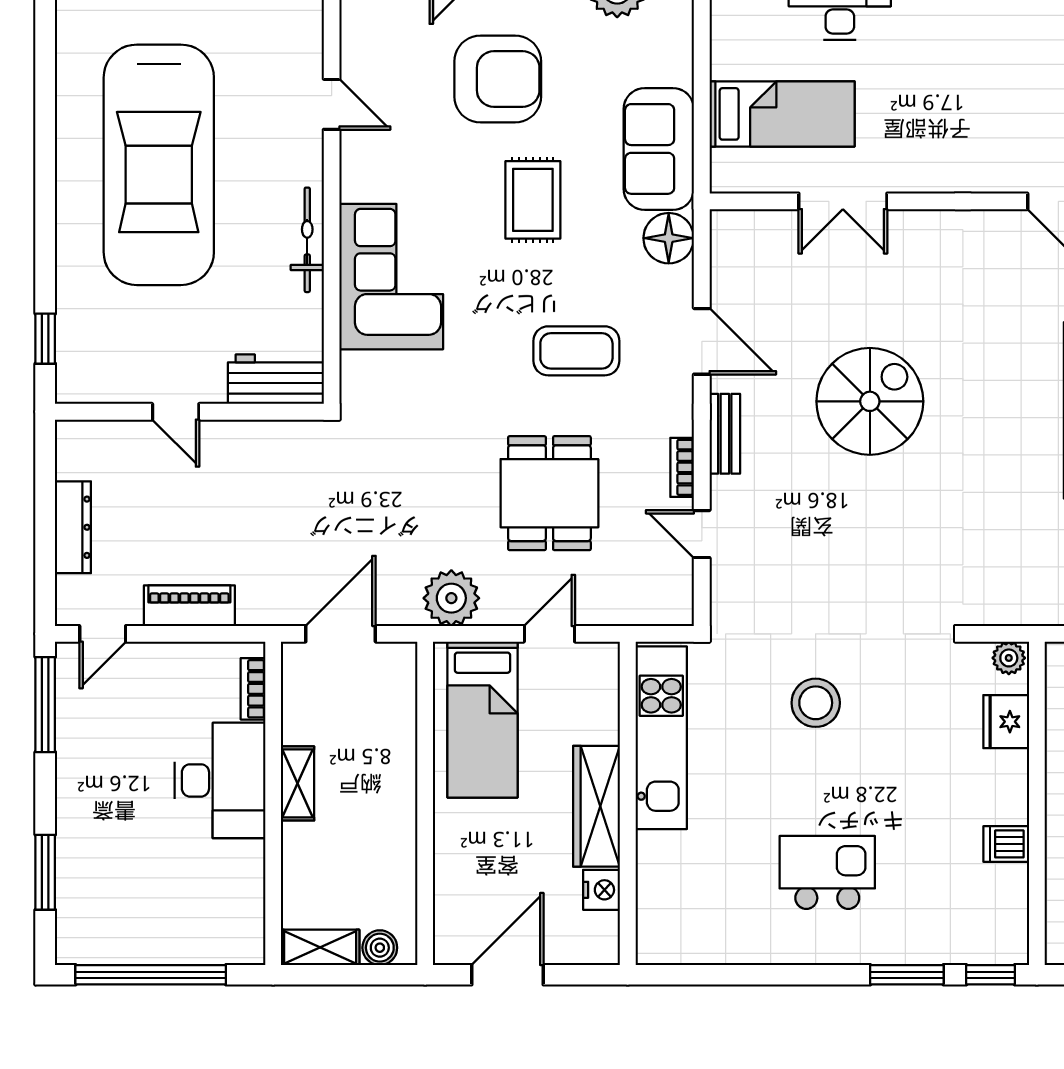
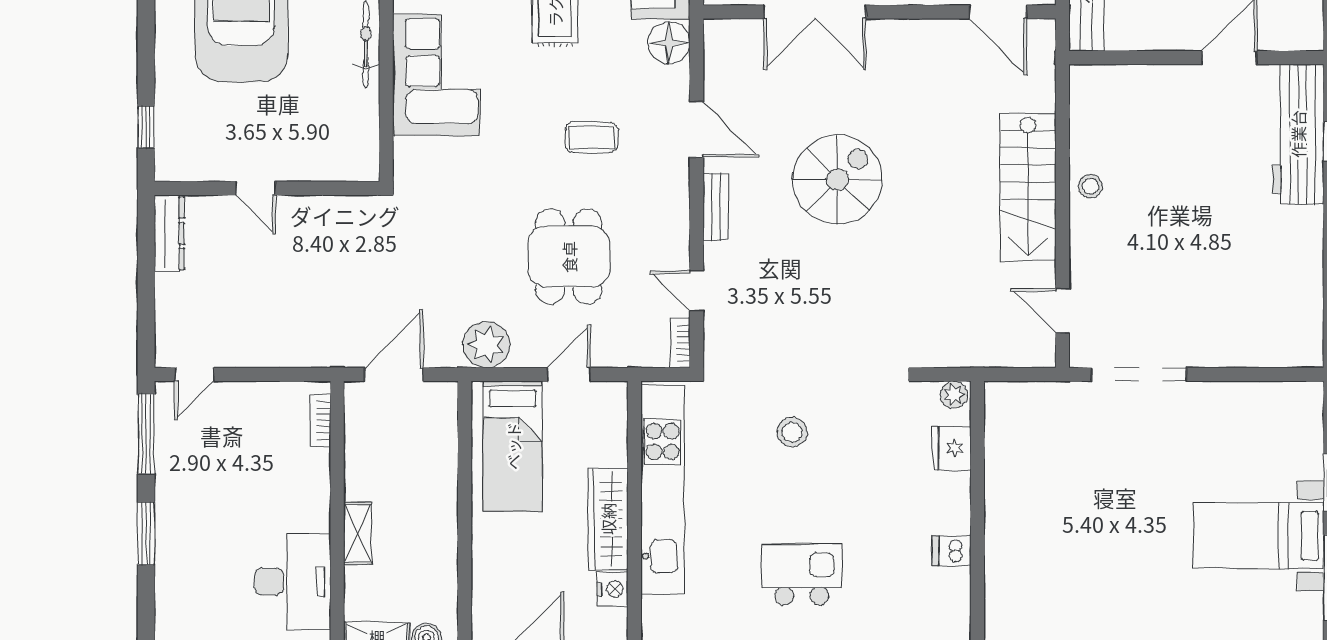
double door: (843, 201) -> (815, 12), width x1.37
coffee table: (576, 351) -> (591, 137), width x0.73, depth x0.77
workbench: (276, 379) -> (340, 161), removed
bookcase: (682, 467) -> (680, 343), moved
dresser: (73, 527) -> (169, 233), moved
piano: (189, 606) -> (267, 351), removed
stool: (816, 703) -> (792, 432), width x0.73, depth x0.73
kitchen unit: (661, 738) -> (663, 489), width x1.36
desk: (220, 780) -> (293, 582), moved
shelving: (298, 783) -> (358, 533), moved
window: (45, 872) -> (146, 533), moved

